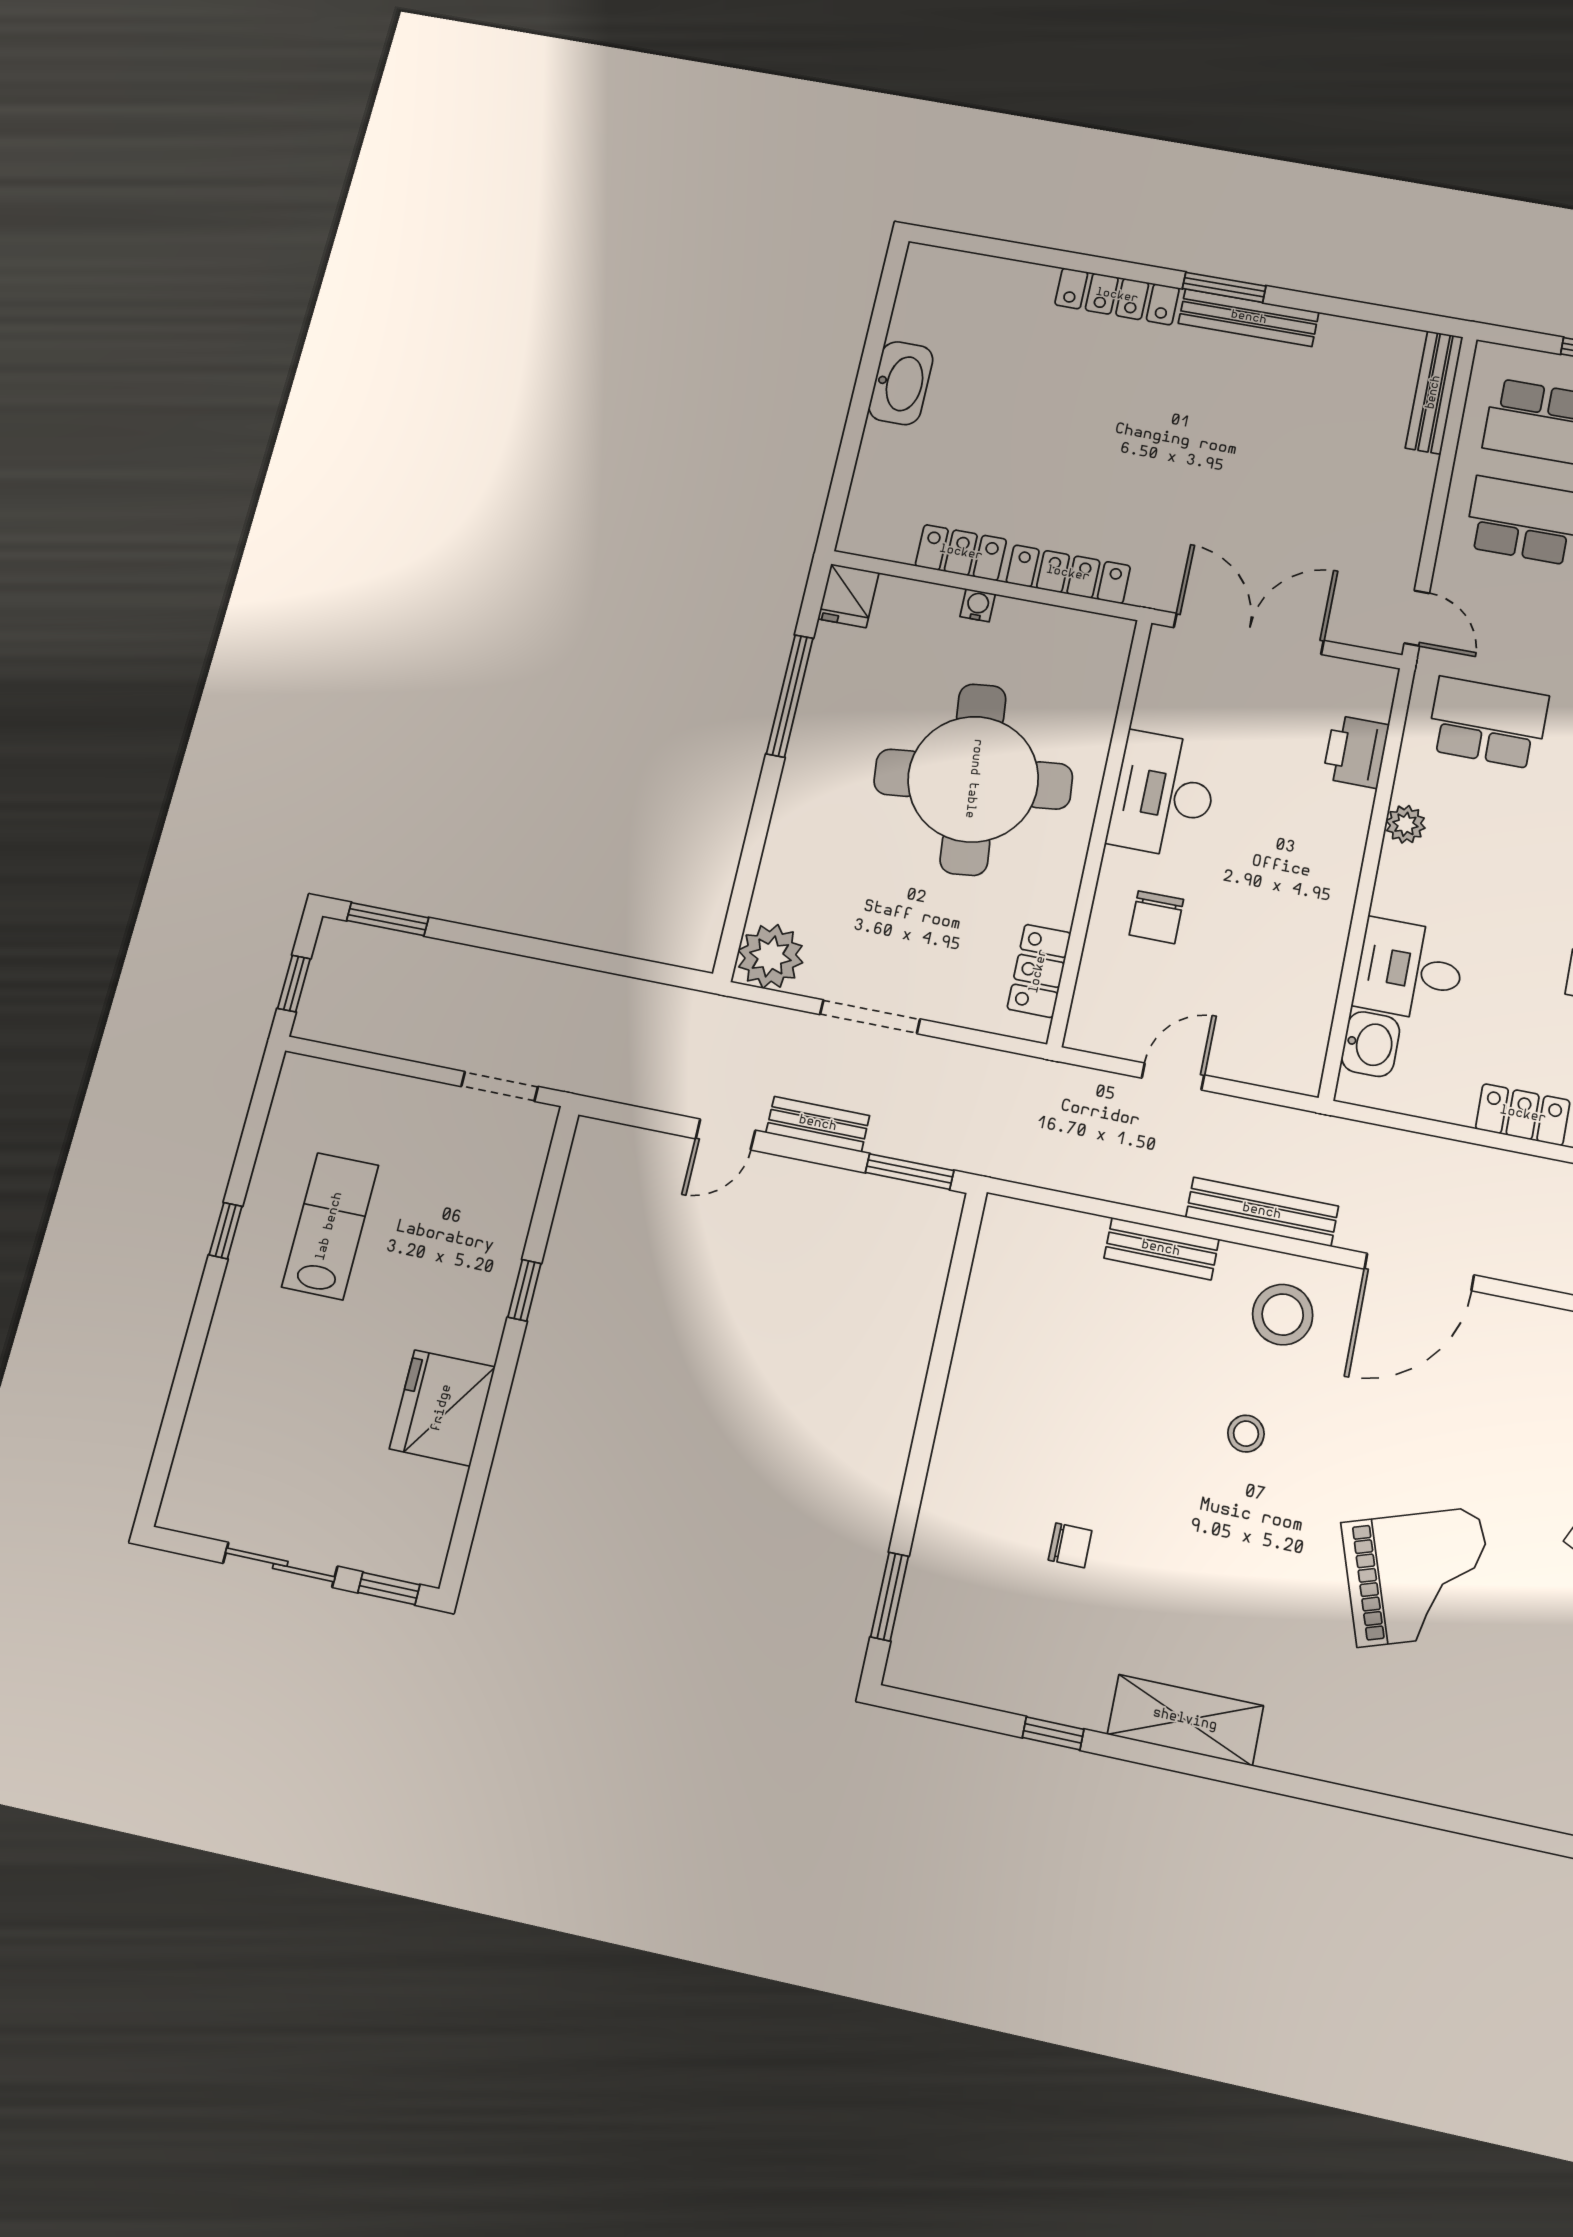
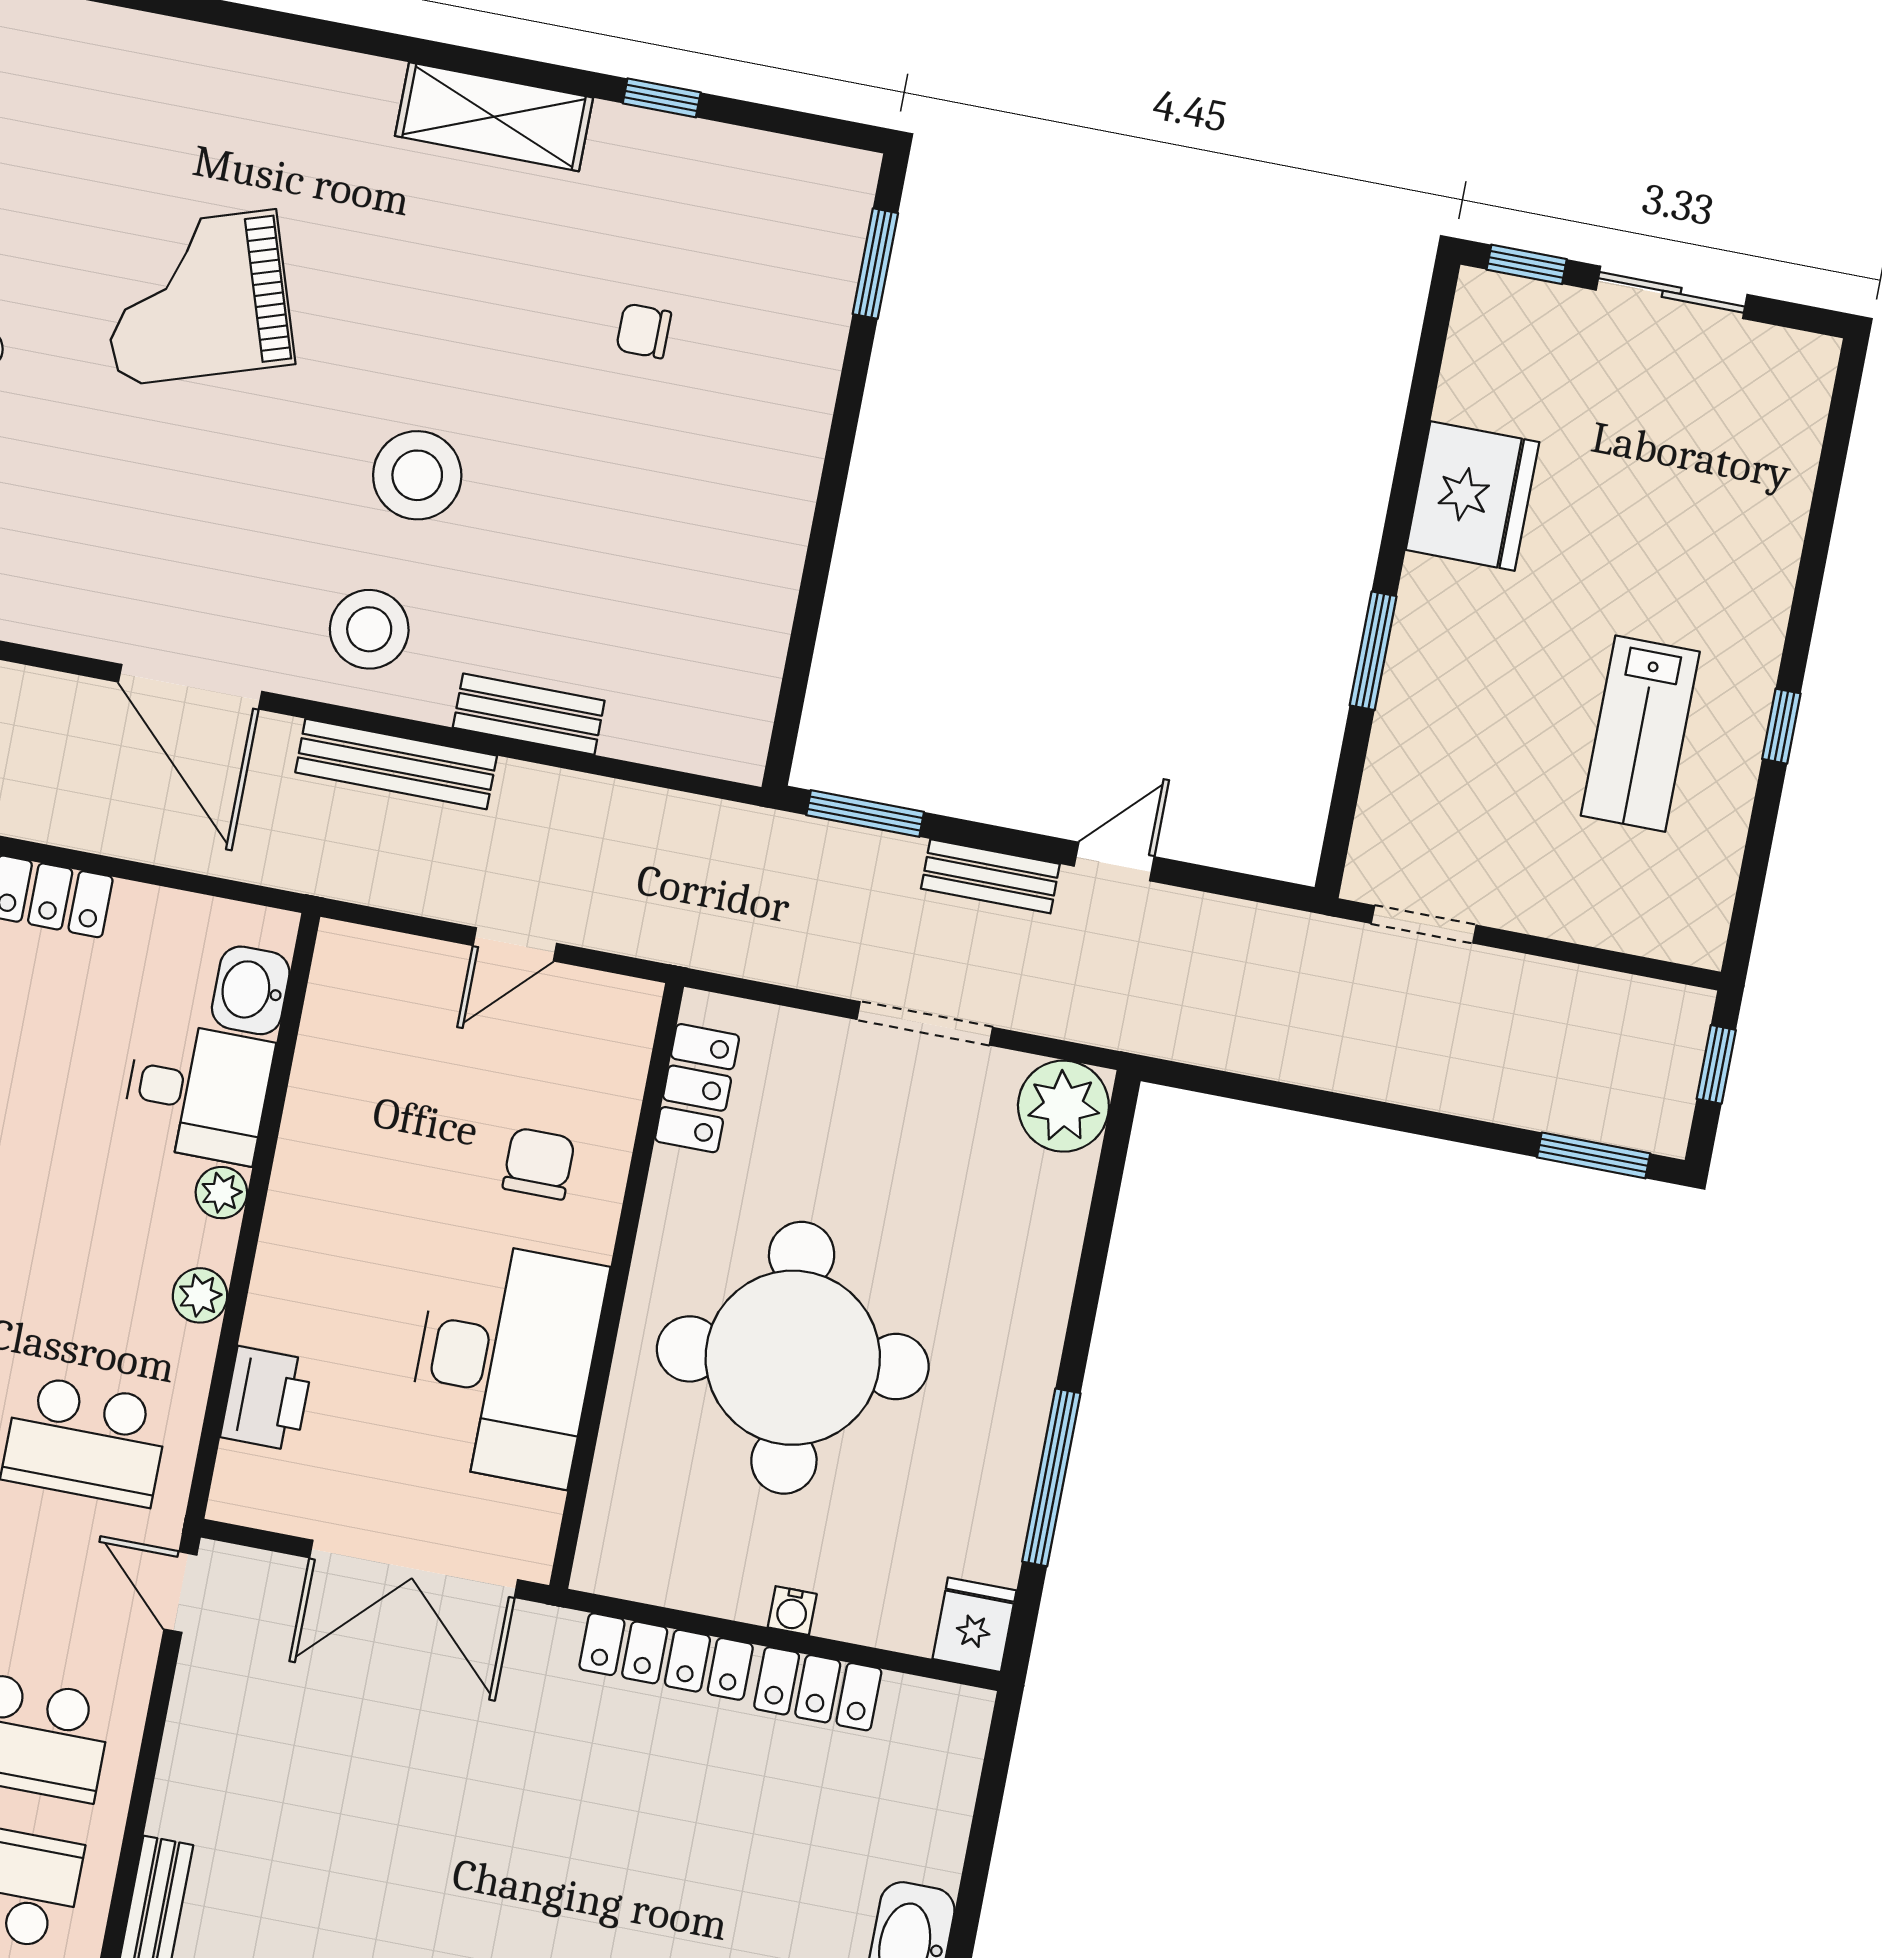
desk: (1163, 795) -> (505, 1362), width x1.36, depth x1.30
plant: (1391, 898) -> (221, 1193), added
door: (1419, 1272) -> (190, 687), swing flipped
window: (524, 1290) -> (1373, 651), width x1.50
stool: (1246, 1434) -> (417, 475), width x1.89, depth x1.89

